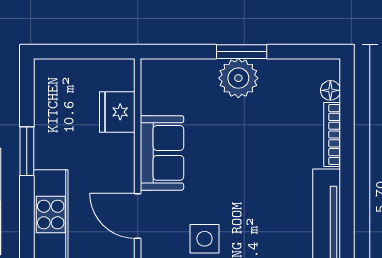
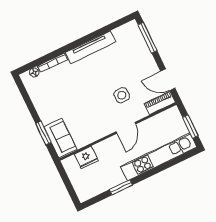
window: (242, 52) -> (43, 133), moved
plant: (238, 78) -> (48, 113), removed
sofa: (162, 153) -> (60, 138), moved, turned 90

